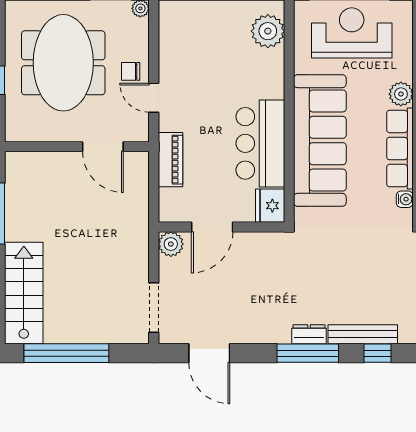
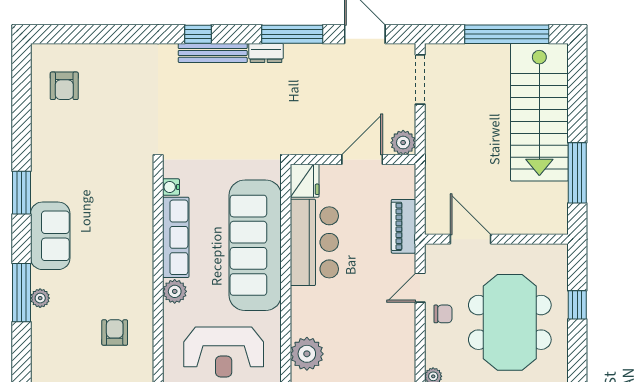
door: (154, 98) -> (420, 288), swing flipped
stairs: (24, 293) -> (539, 112), width x1.36, depth x1.51
window: (308, 353) -> (292, 34), moved

